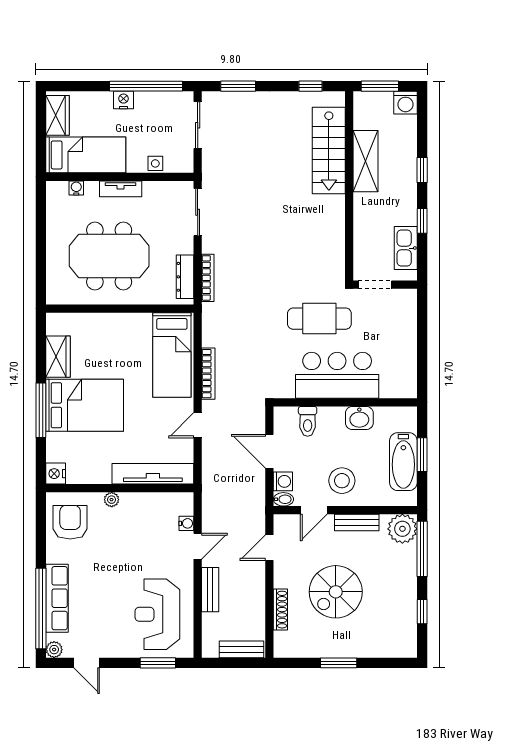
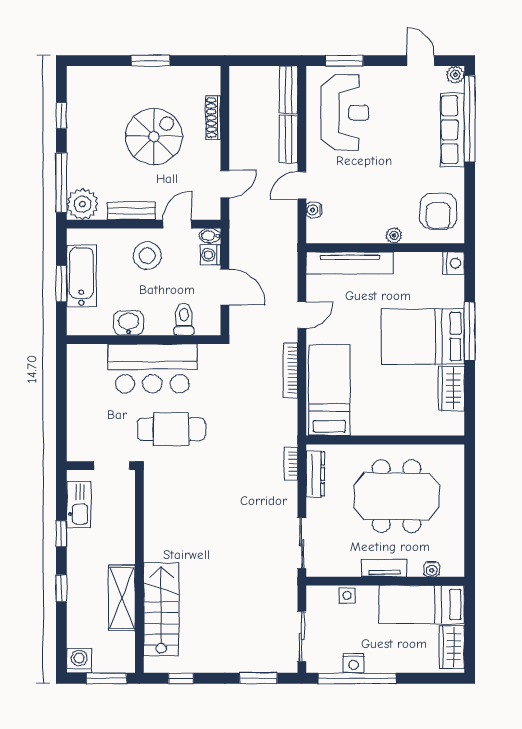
nightstand: (123, 100) -> (354, 663), moved
bookcase: (208, 278) -> (291, 464), width x0.64
bench: (242, 649) -> (288, 90), moved, turned 90

